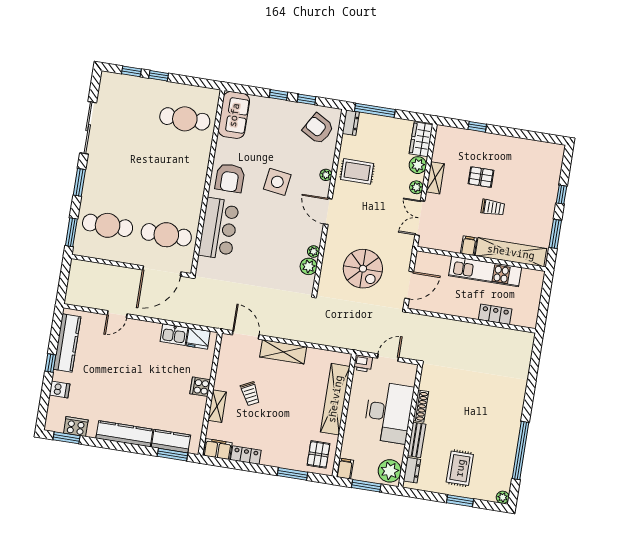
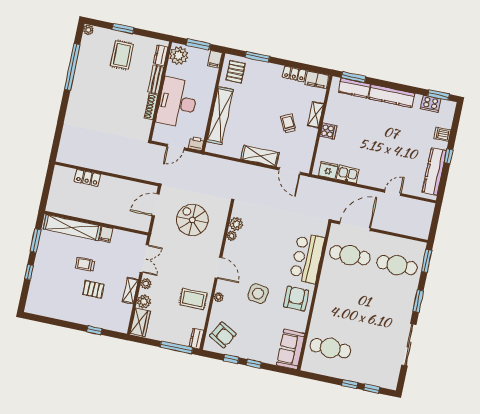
kitchen unit: (485, 272) -> (94, 213), removed

